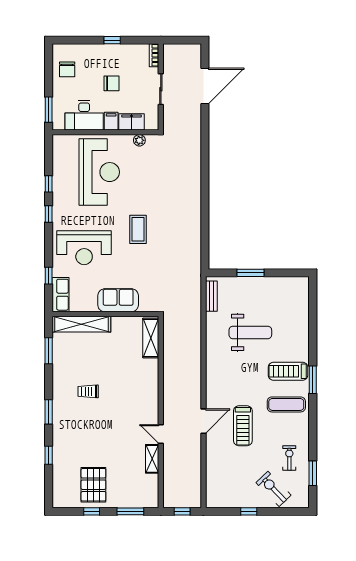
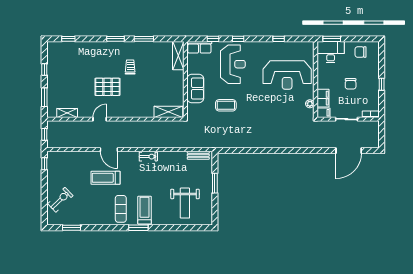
door: (205, 86) -> (349, 151), hinge flipped
desk: (84, 115) -> (331, 52), moved, turned 90
filing cabinet: (111, 121) -> (323, 113), moved
window: (49, 214) -> (238, 39), moved
coffee table: (138, 229) -> (226, 105), moved
reception desk: (84, 248) -> (233, 64), turned 180
shelving: (81, 324) -> (178, 56), width x0.68
weight bench: (250, 332) -> (185, 203), moved
window: (49, 351) -> (144, 39), moved
window: (49, 455) -> (68, 39), moved
exercise bike: (289, 458) -> (148, 157), moved
shelving: (152, 459) -> (67, 113), moved
pallet: (93, 485) -> (107, 87), moved
window: (249, 511) -> (44, 164), moved

